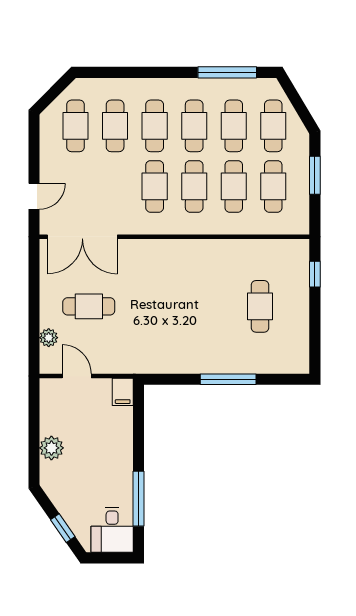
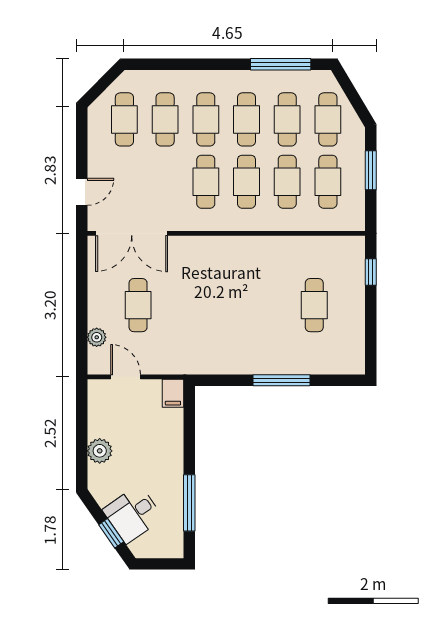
cafe table: (89, 306) -> (138, 305), turned 90
desk: (112, 530) -> (133, 514), moved, turned 55

